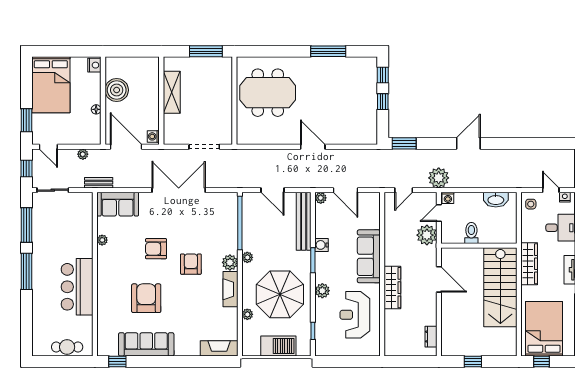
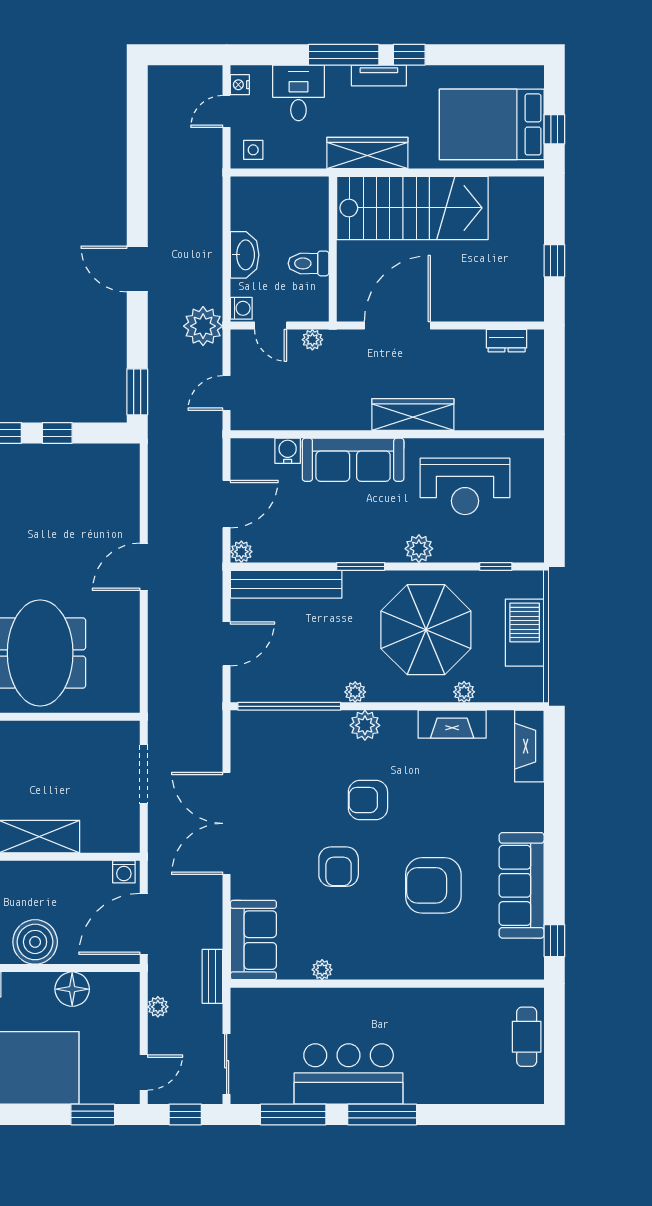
floor lamp: (96, 109) -> (72, 989), width x1.89, depth x1.89
door: (404, 190) -> (227, 393), swing flipped
washbasin: (496, 200) -> (245, 255), moved
plant: (427, 235) -> (312, 340), width x0.53, depth x0.53
water cooler: (322, 245) -> (288, 451), moved, turned 180
door: (439, 279) -> (397, 325), width x1.36
bar counter: (77, 287) -> (349, 1074), moved, turned 180
fireplace: (230, 289) -> (452, 724), moved

